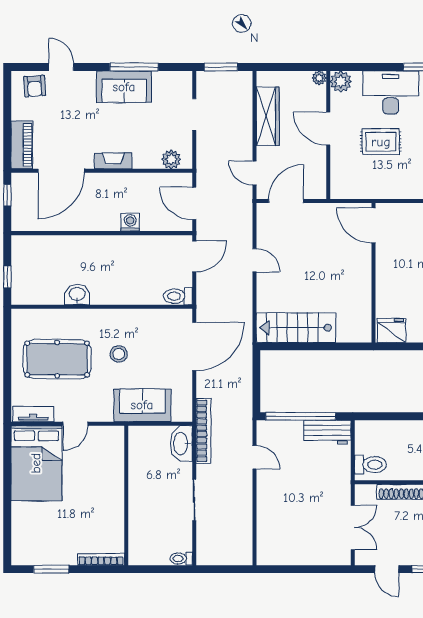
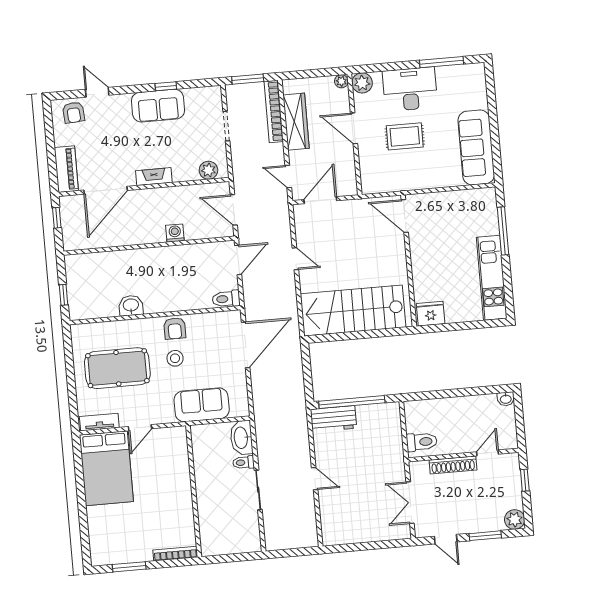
window: (134, 67) -> (166, 86), width x0.46
armchair: (121, 323) -> (175, 328), added
stairs: (296, 328) -> (353, 310), width x1.36, depth x1.51
bookcase: (203, 431) -> (274, 111), moved, turned 180
workbench: (327, 432) -> (334, 419), moved
door: (255, 457) -> (315, 479), moved
double door: (353, 527) -> (410, 503), swing flipped
toilet: (181, 559) -> (244, 462), moved

